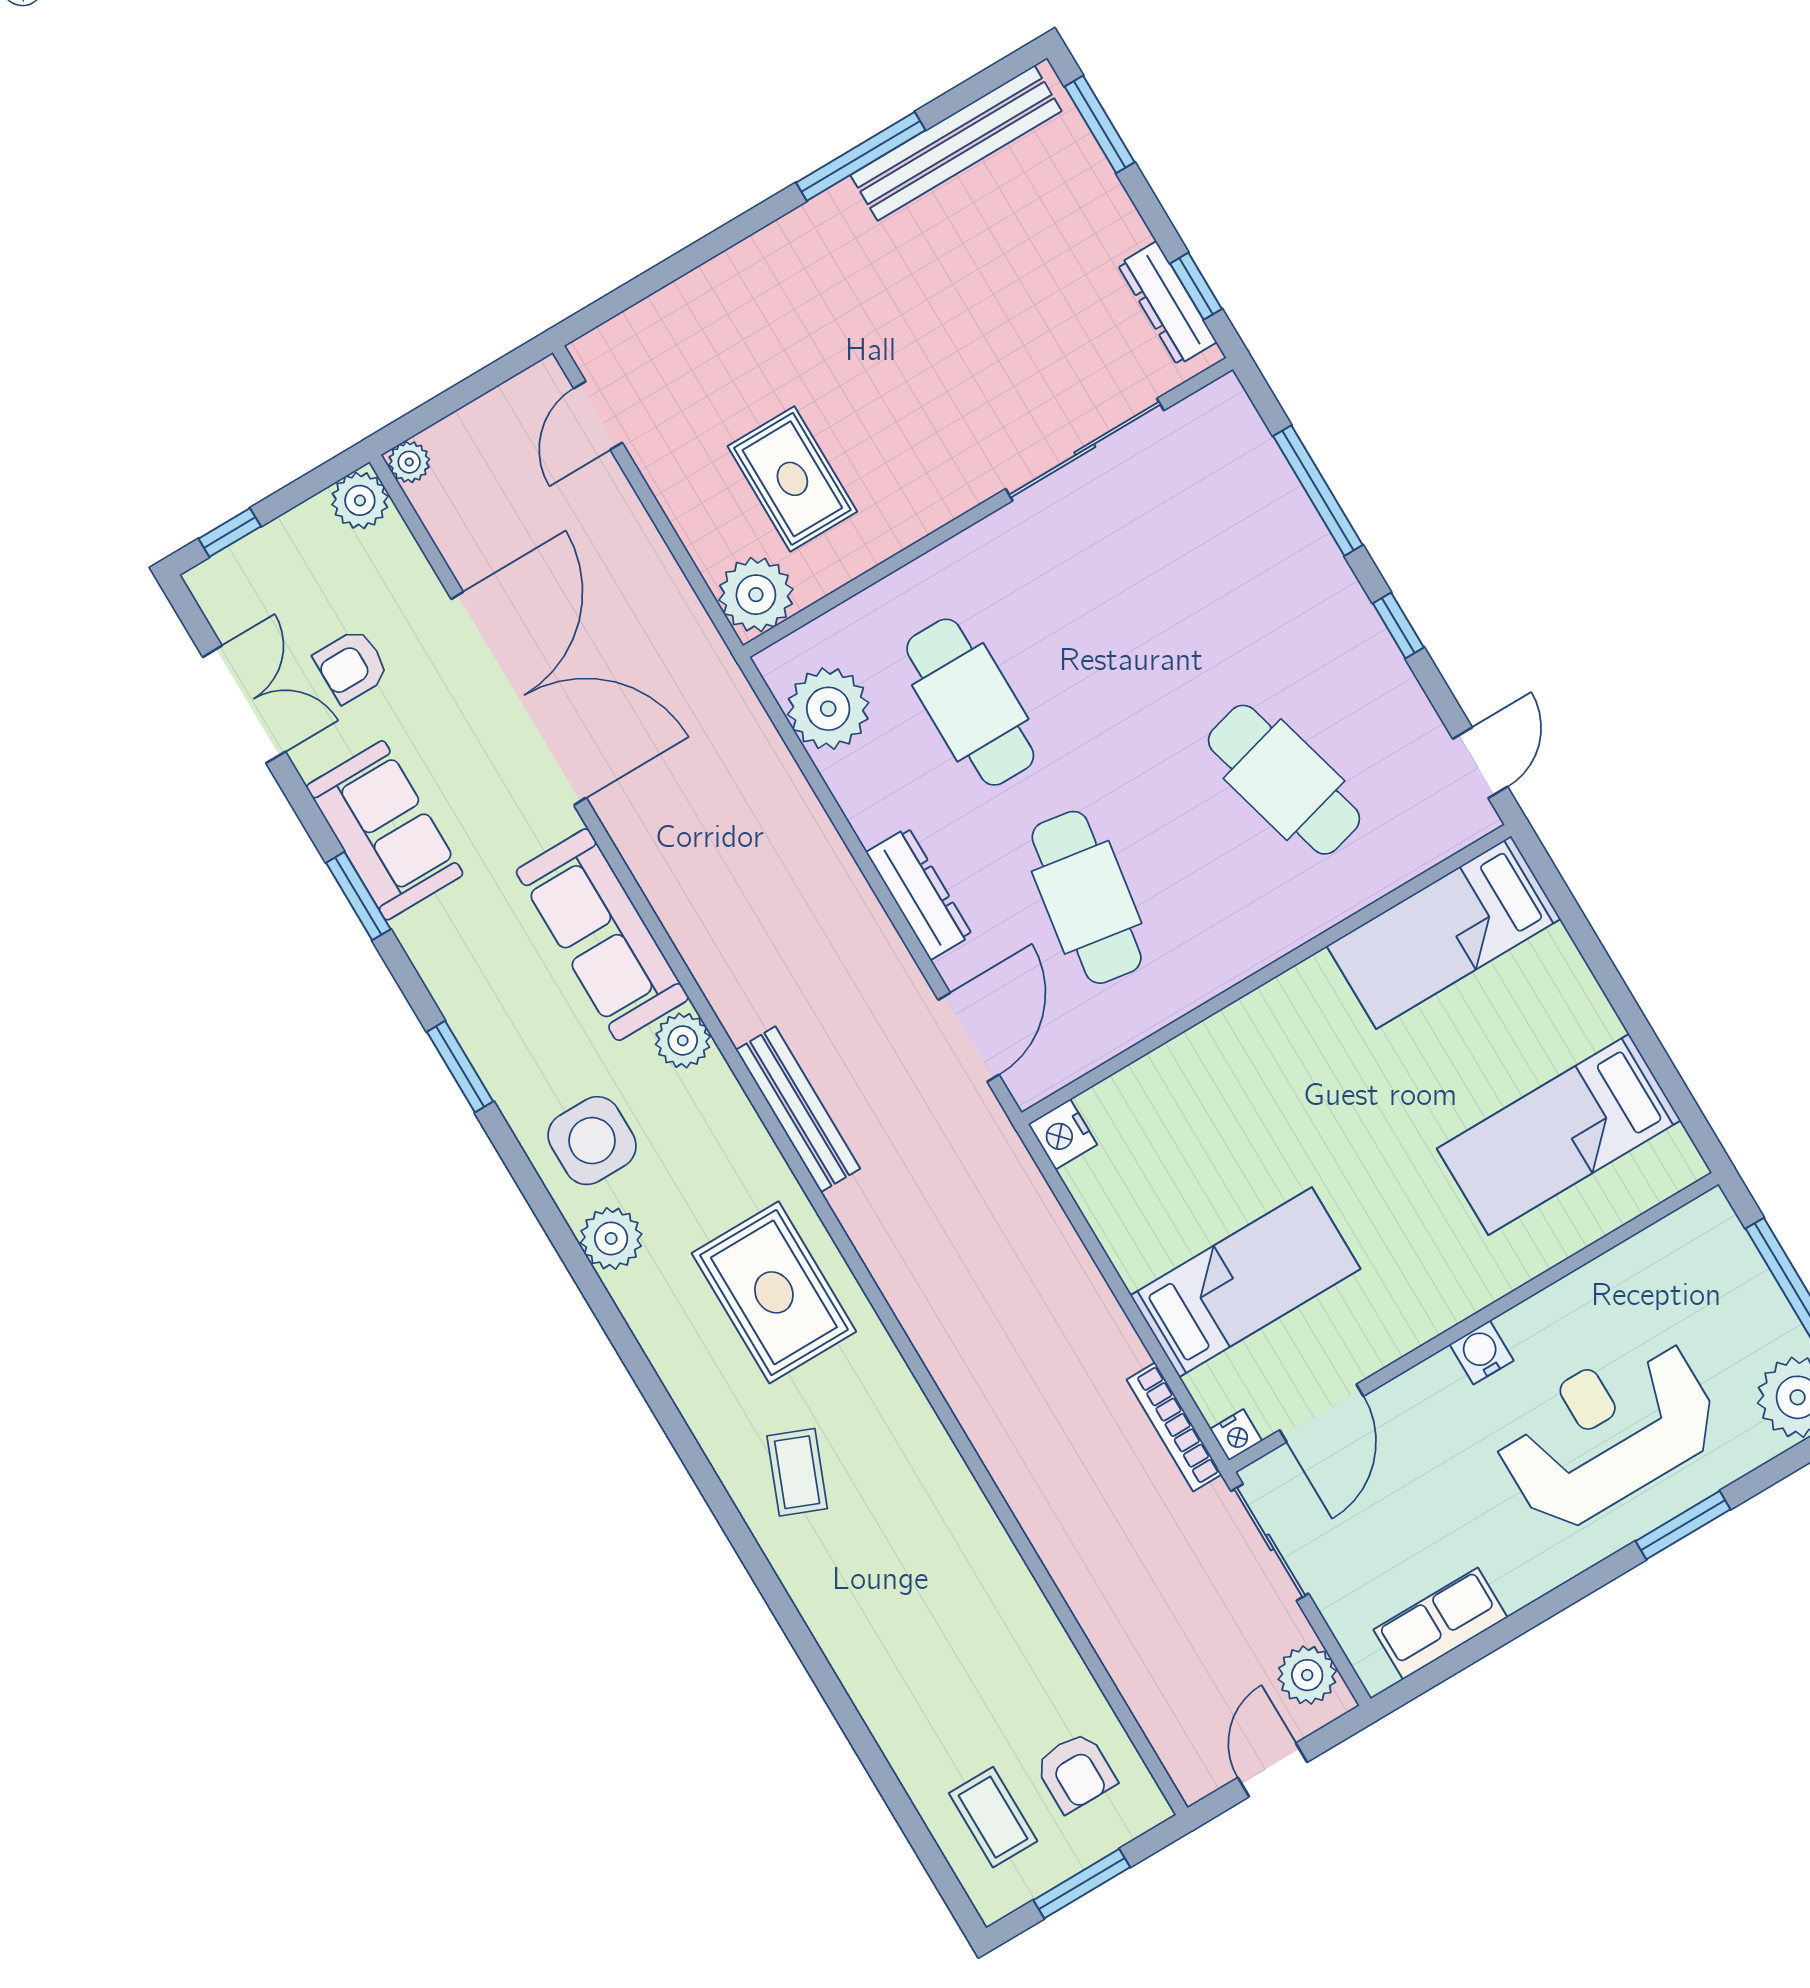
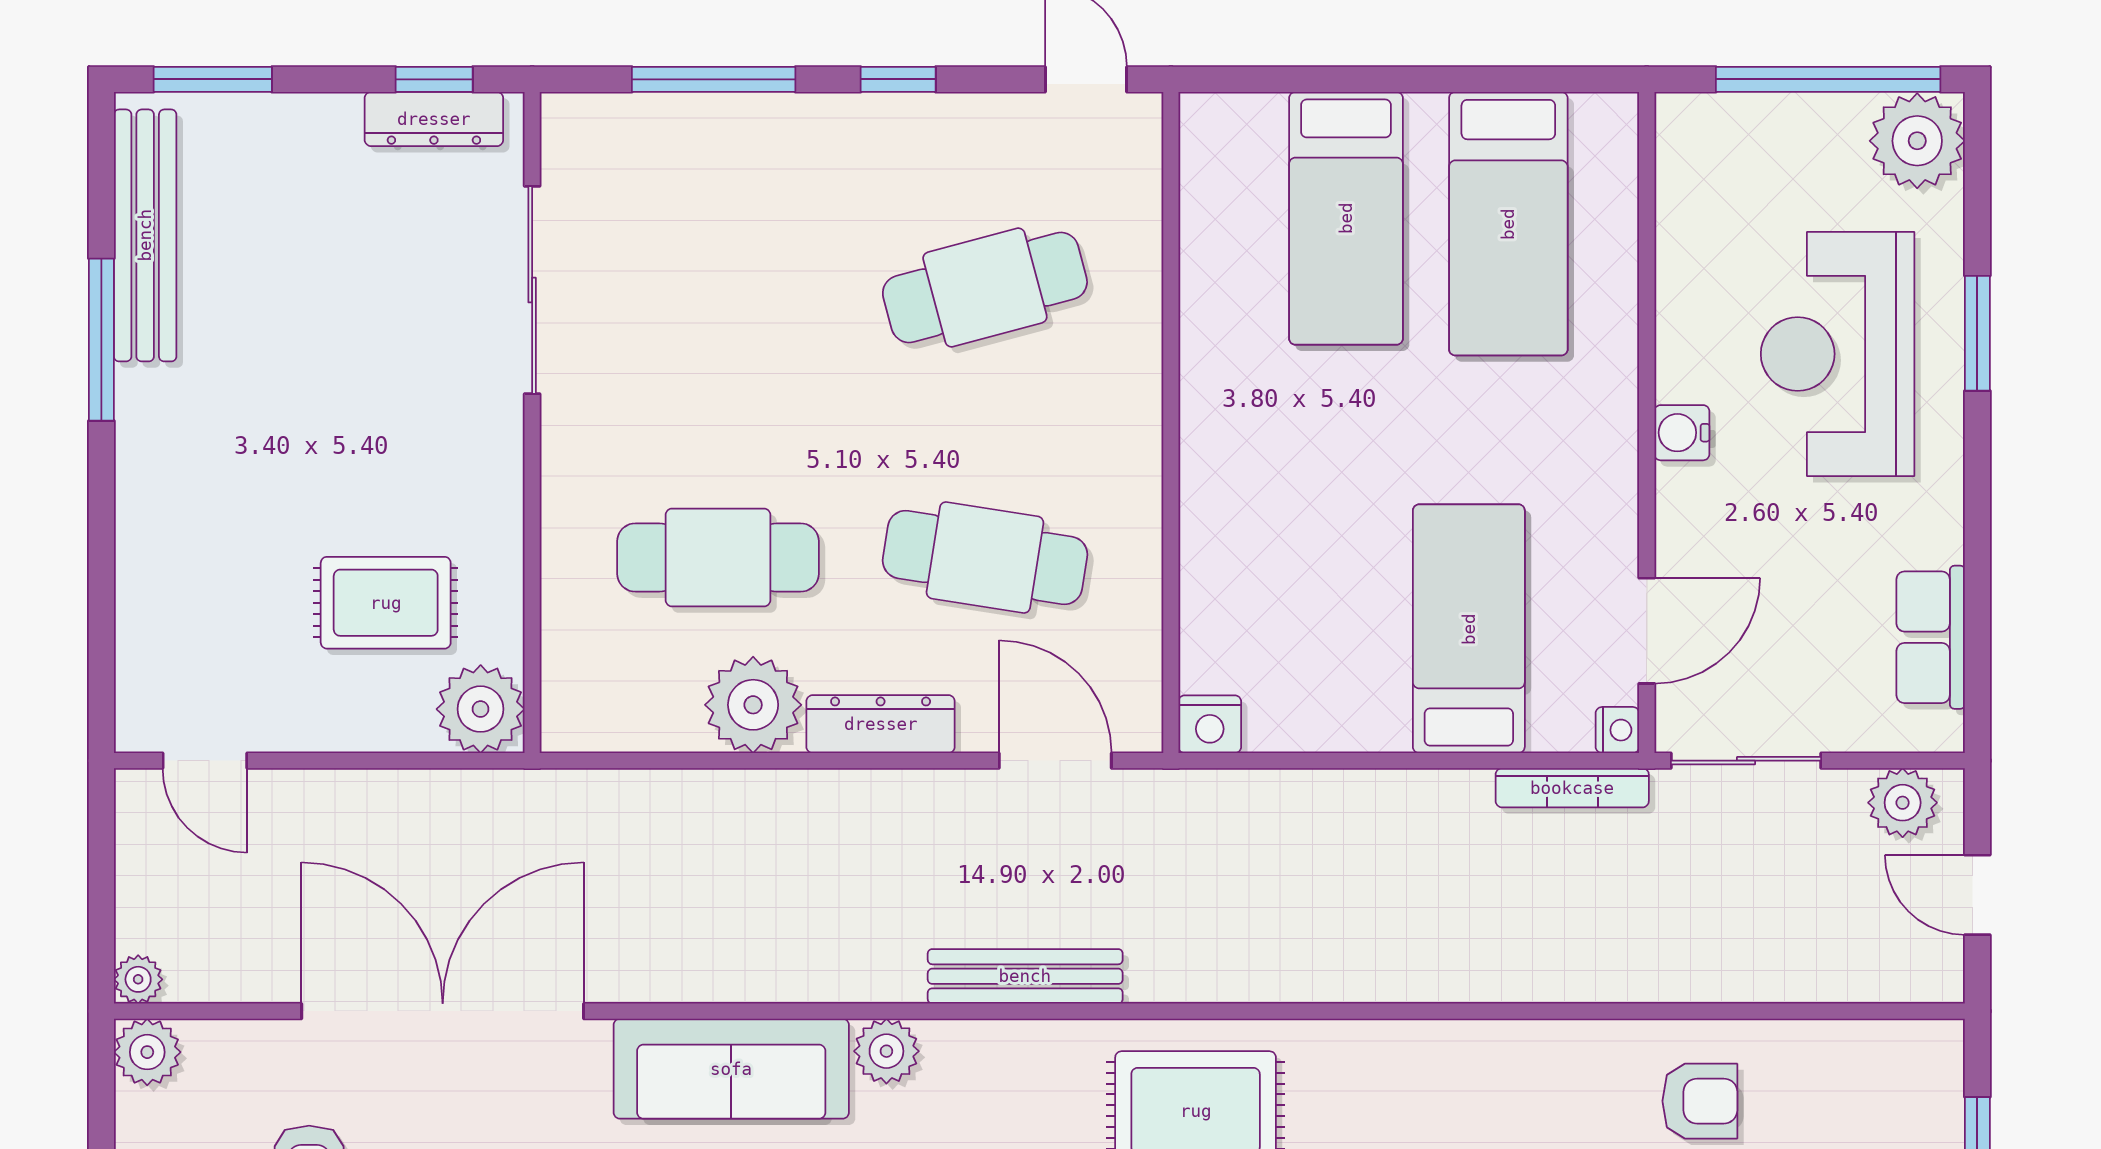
plant: (828, 709) -> (753, 705), moved
bed: (1444, 932) -> (1346, 218), moved
door: (1321, 1413) -> (1647, 631), hinge flipped
armchair: (1076, 1772) -> (1700, 1101), moved

